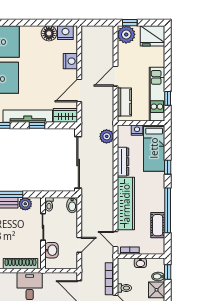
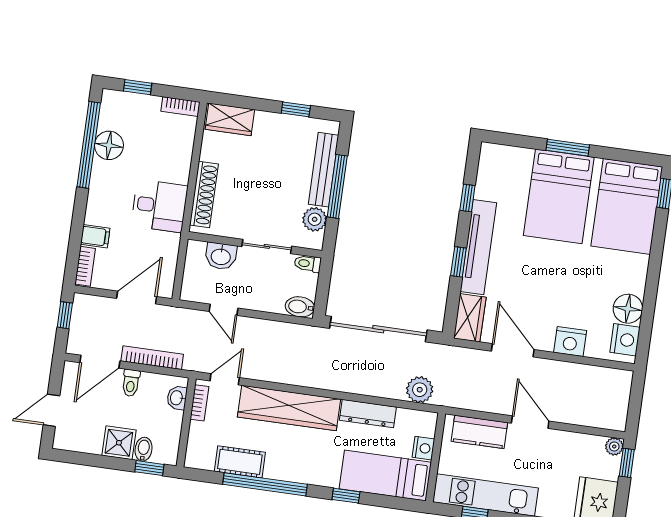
plant: (126, 34) -> (614, 446), width x0.53, depth x0.53
washbasin: (140, 263) -> (177, 398), moved

